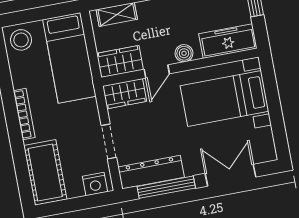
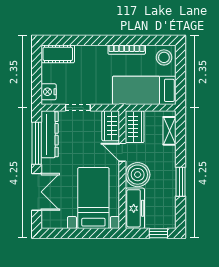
boiler: (184, 53) -> (138, 175), width x1.86, depth x1.86
bookcase: (24, 114) -> (127, 50), moved
cot: (45, 172) -> (58, 54), width x0.73, depth x0.75

